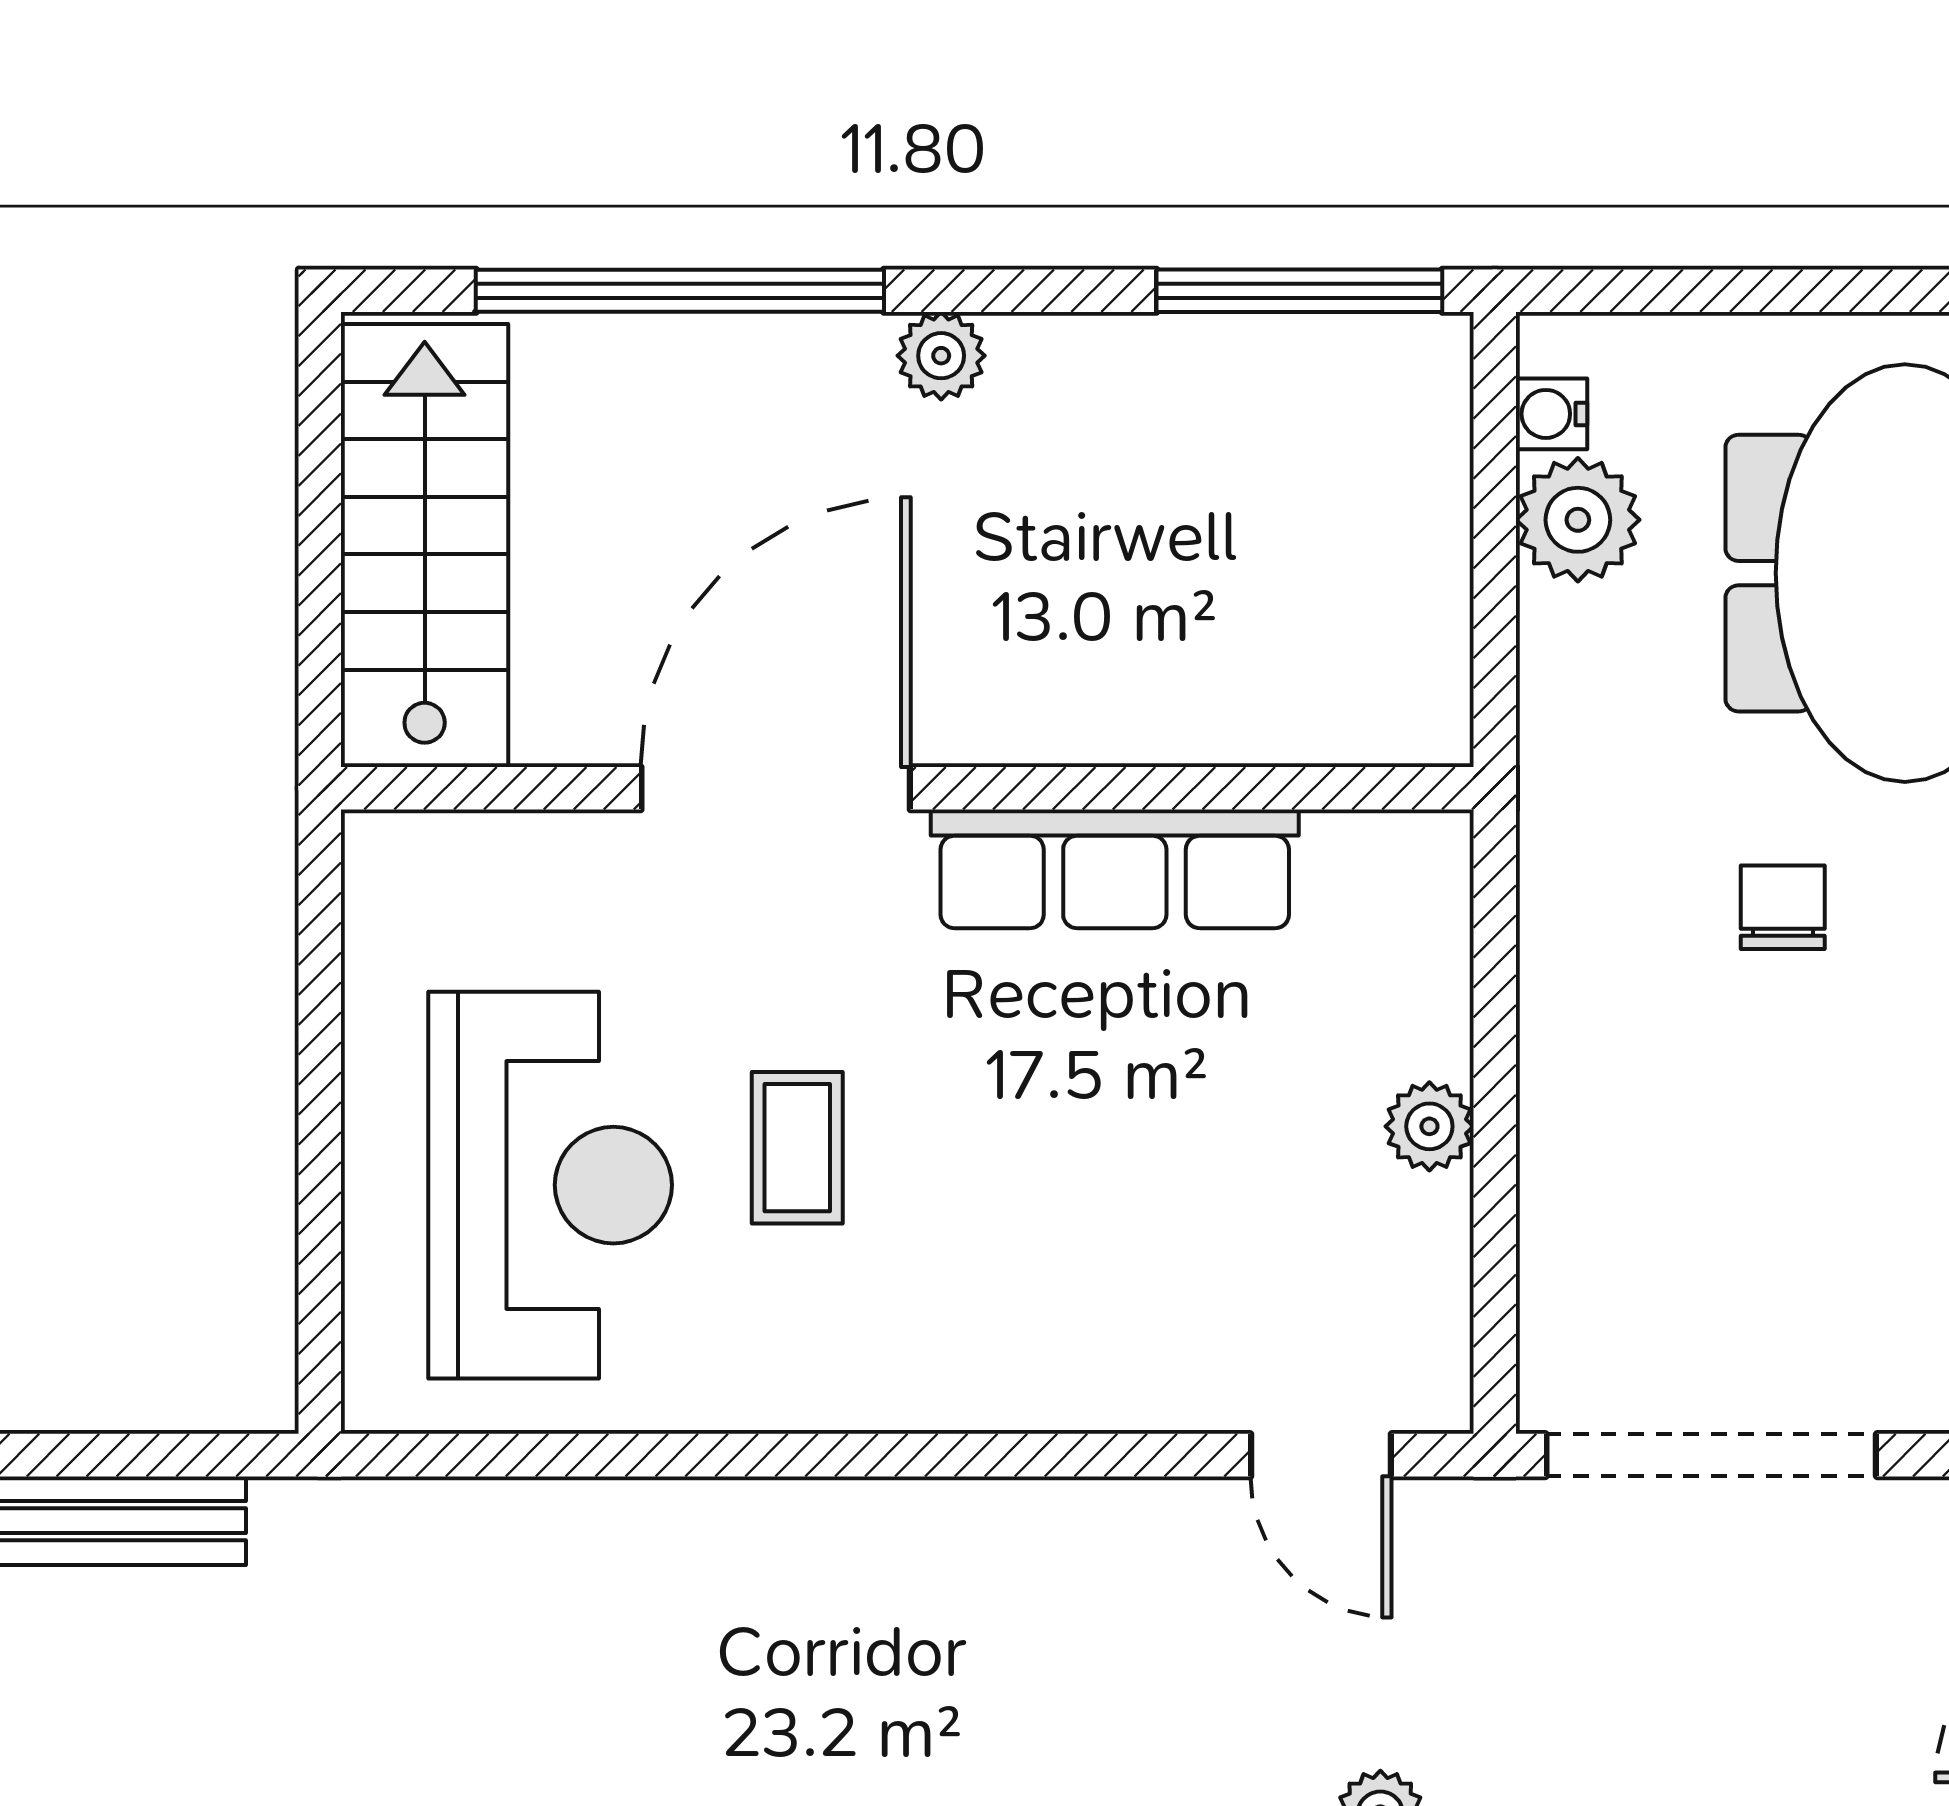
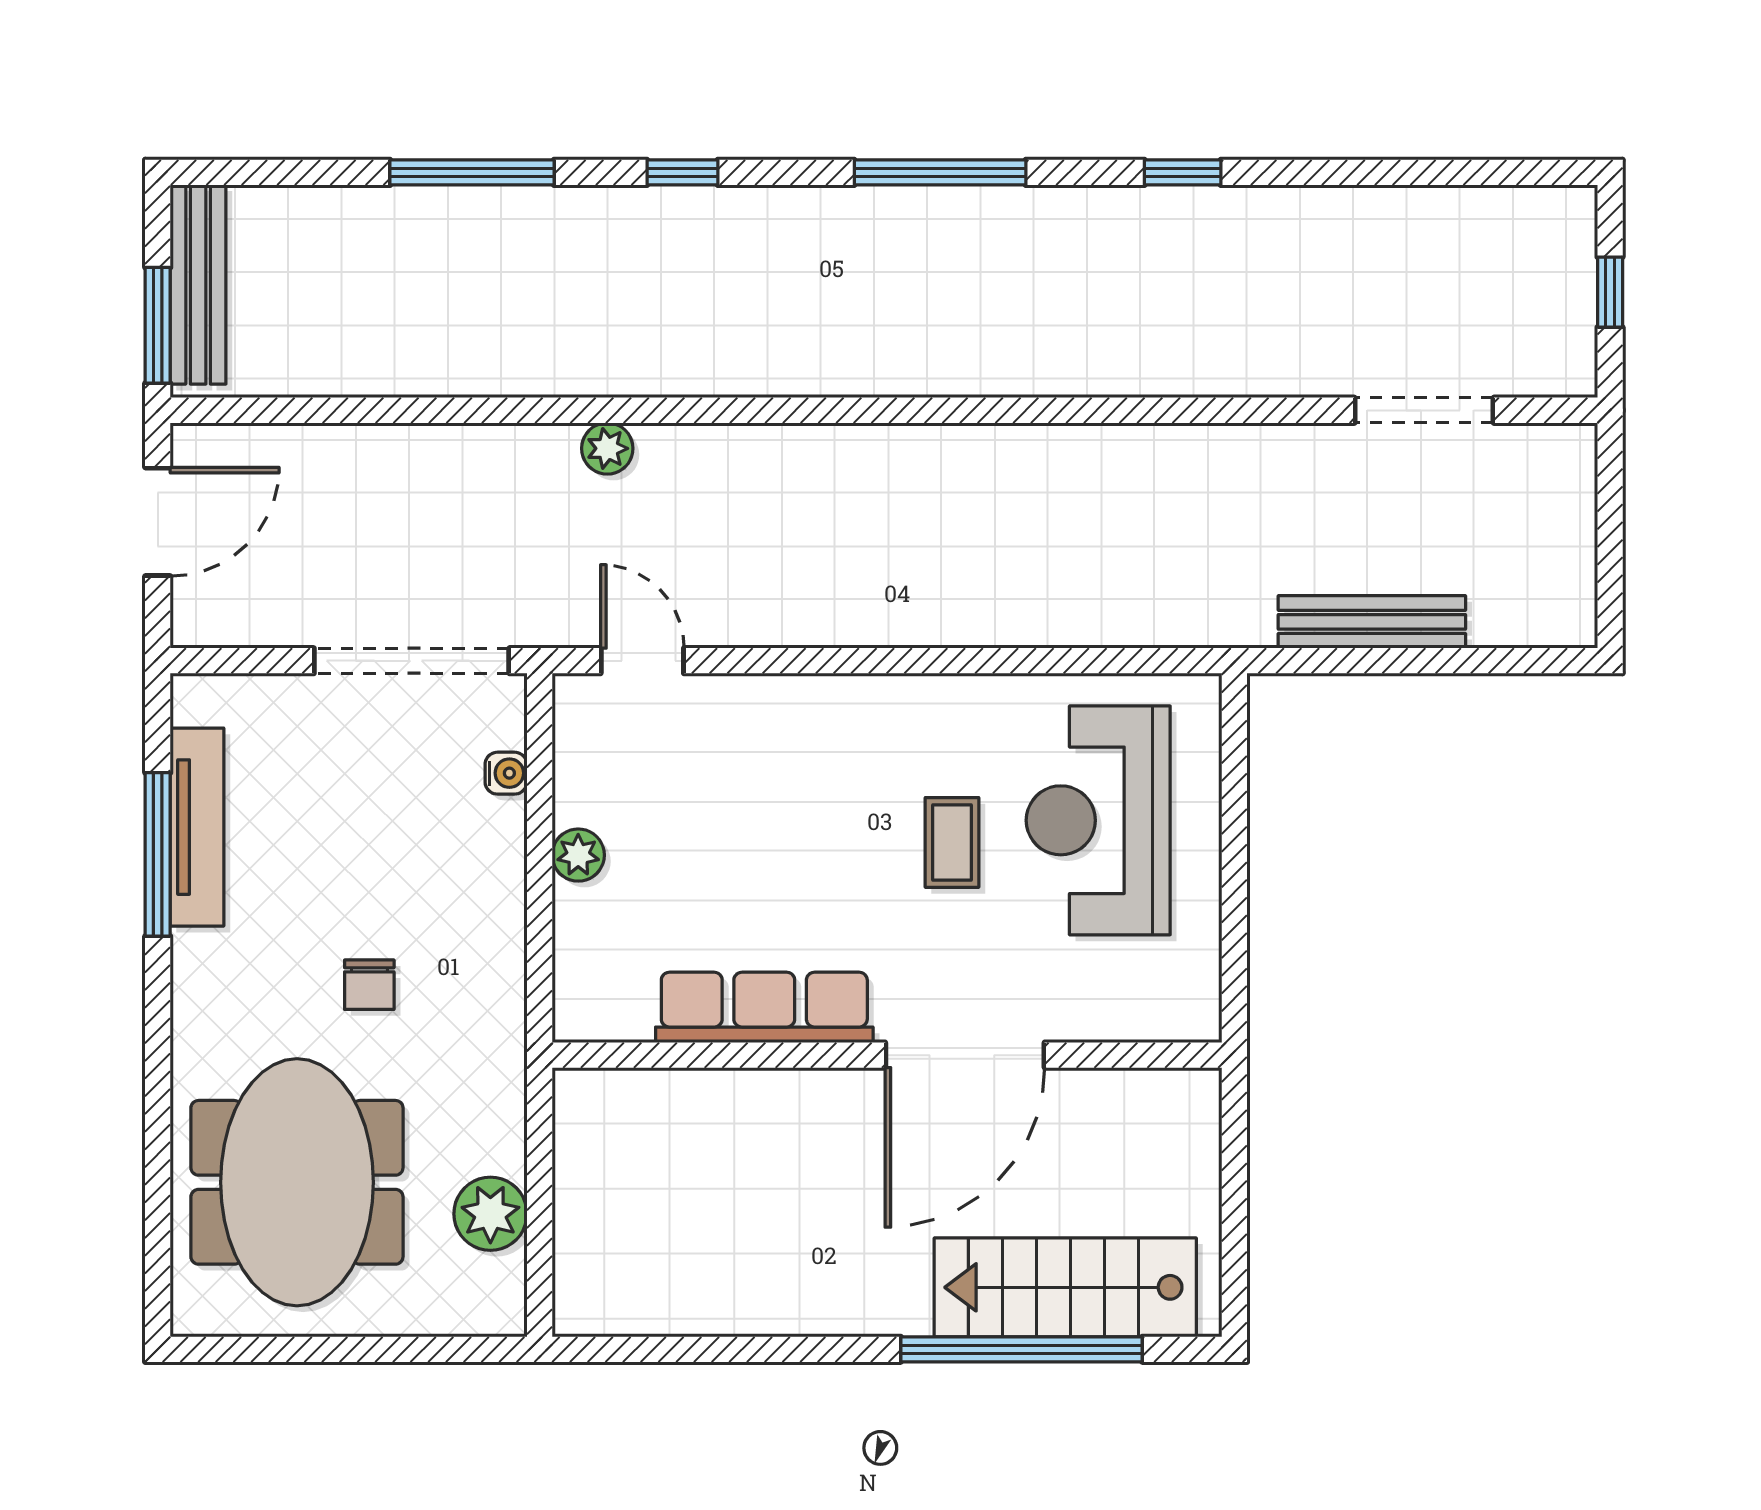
window: (1299, 291) -> (655, 1349), removed
plant: (941, 356) -> (867, 1311), removed
water cooler: (1551, 414) -> (506, 773), moved
stairs: (425, 546) -> (1065, 1287), moved, turned 90

